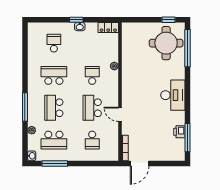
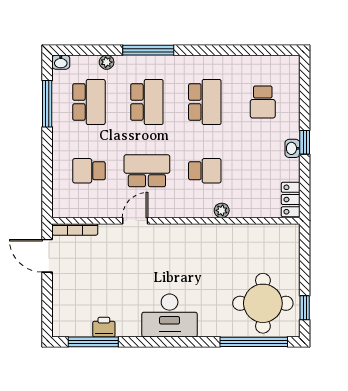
school desk: (54, 43) -> (263, 102), turned 90
school desk: (54, 108) -> (147, 102), turned 90
school desk: (54, 140) -> (89, 102), turned 180

